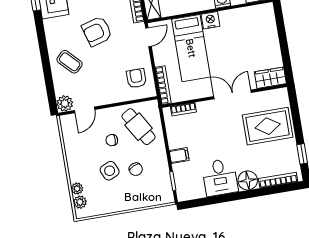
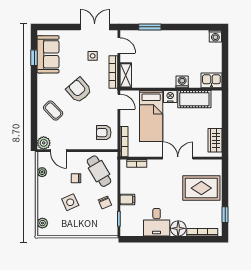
cot: (241, 18) -> (194, 99), added
armchair: (97, 31) -> (79, 90), turned 65
door: (148, 37) -> (119, 102), hinge flipped
armchair: (136, 78) -> (104, 133), turned -90
wardrobe: (270, 78) -> (215, 140), moved, turned -90
door: (85, 110) -> (59, 151), hinge flipped
chair: (136, 169) -> (105, 203), moved
plant: (77, 189) -> (42, 172), moved

